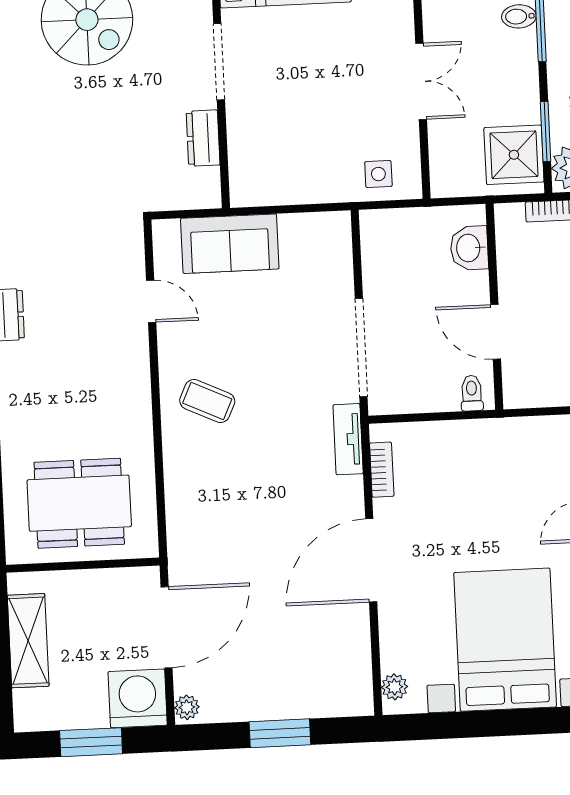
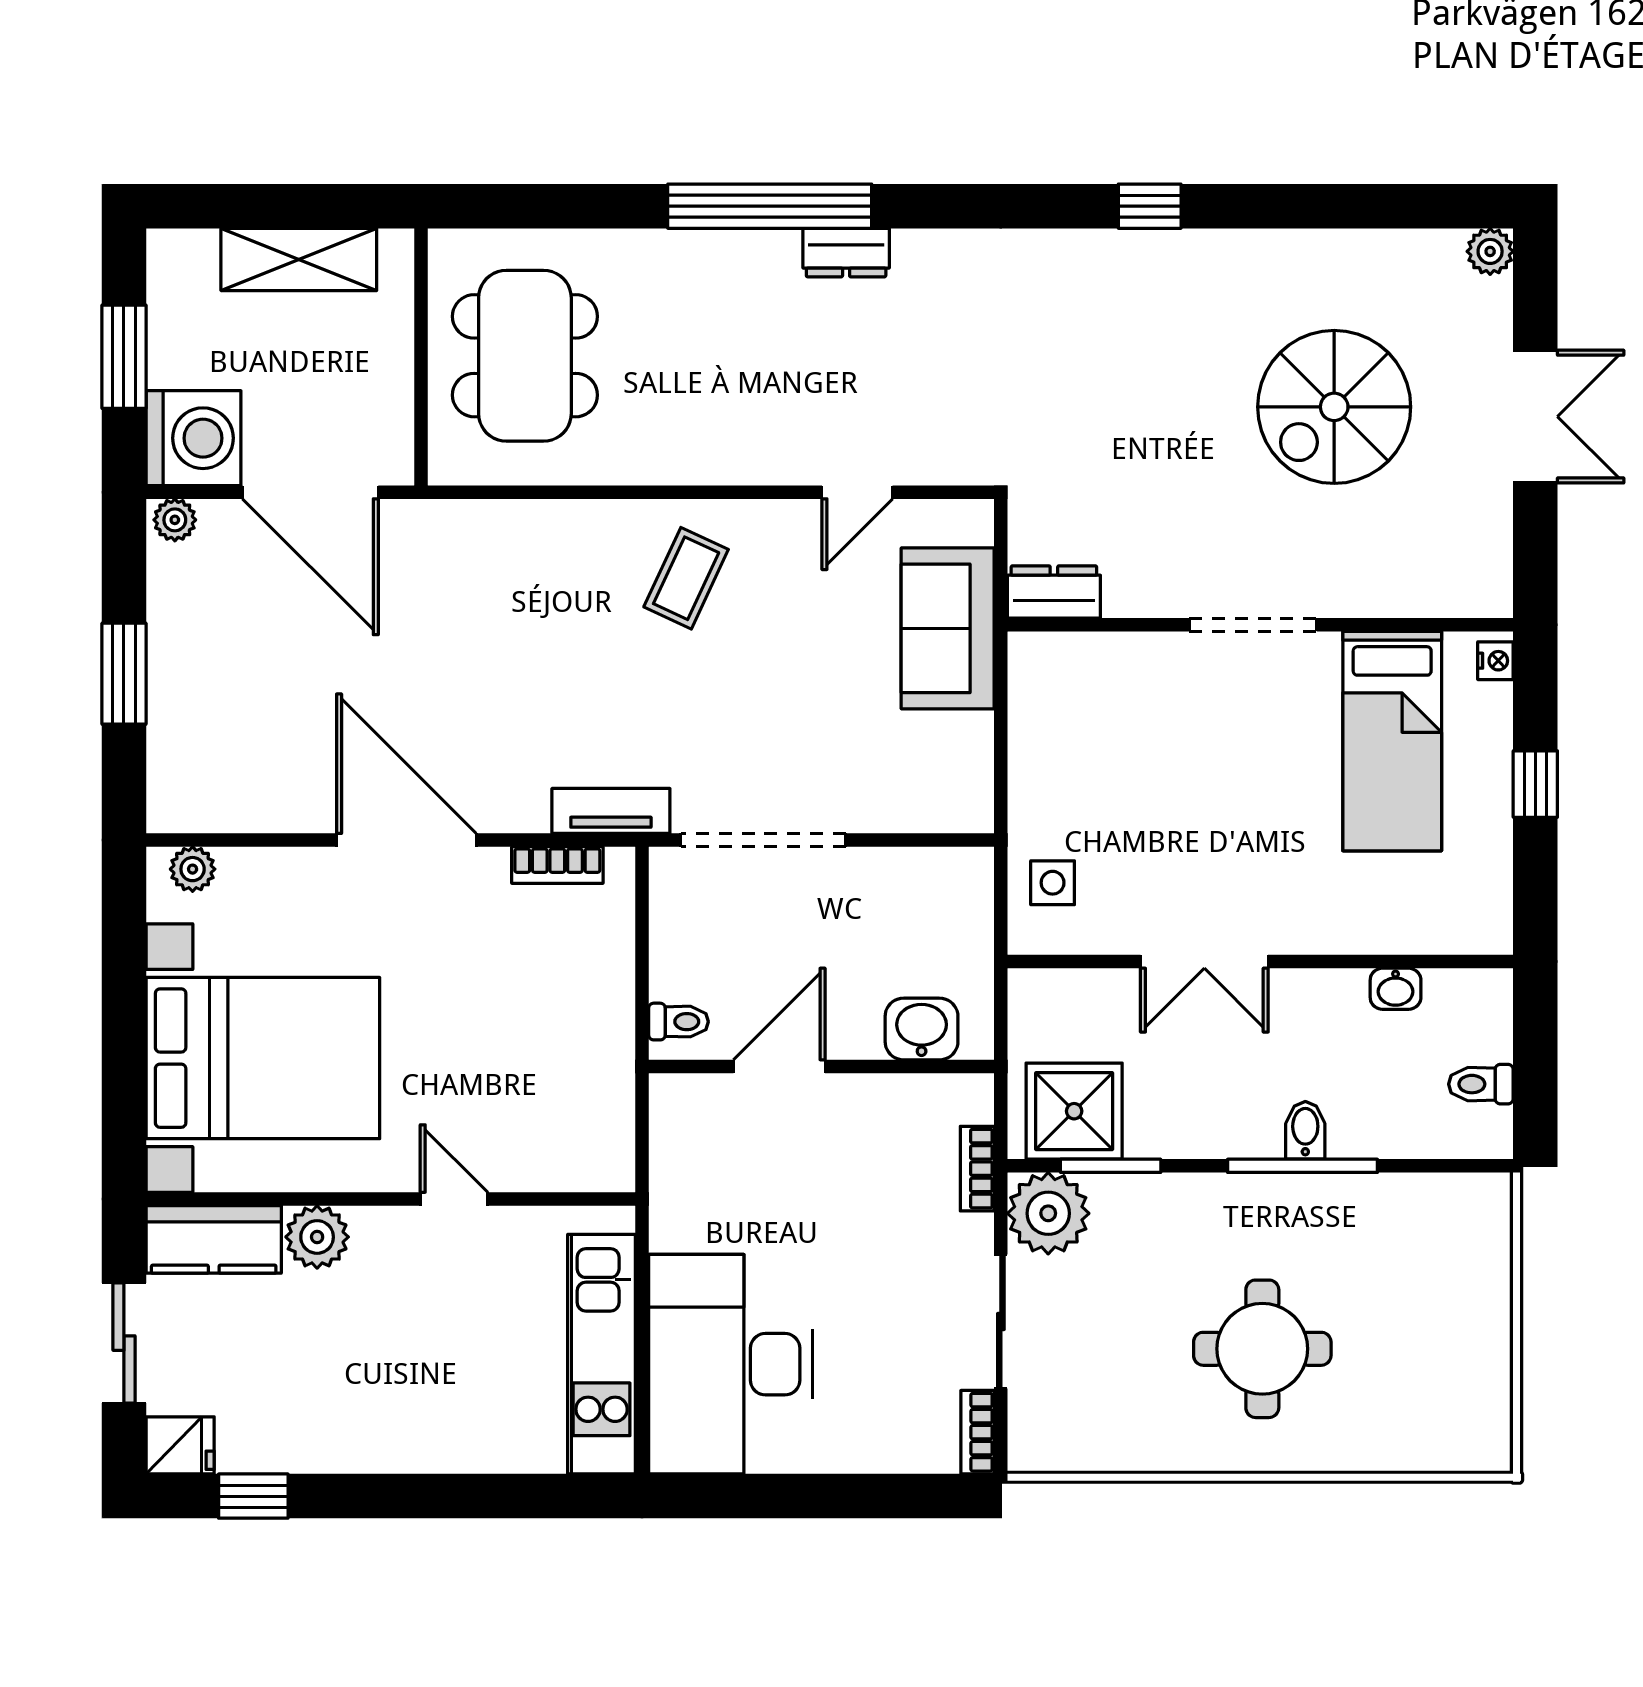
dresser: (203, 138) -> (1054, 592), moved

